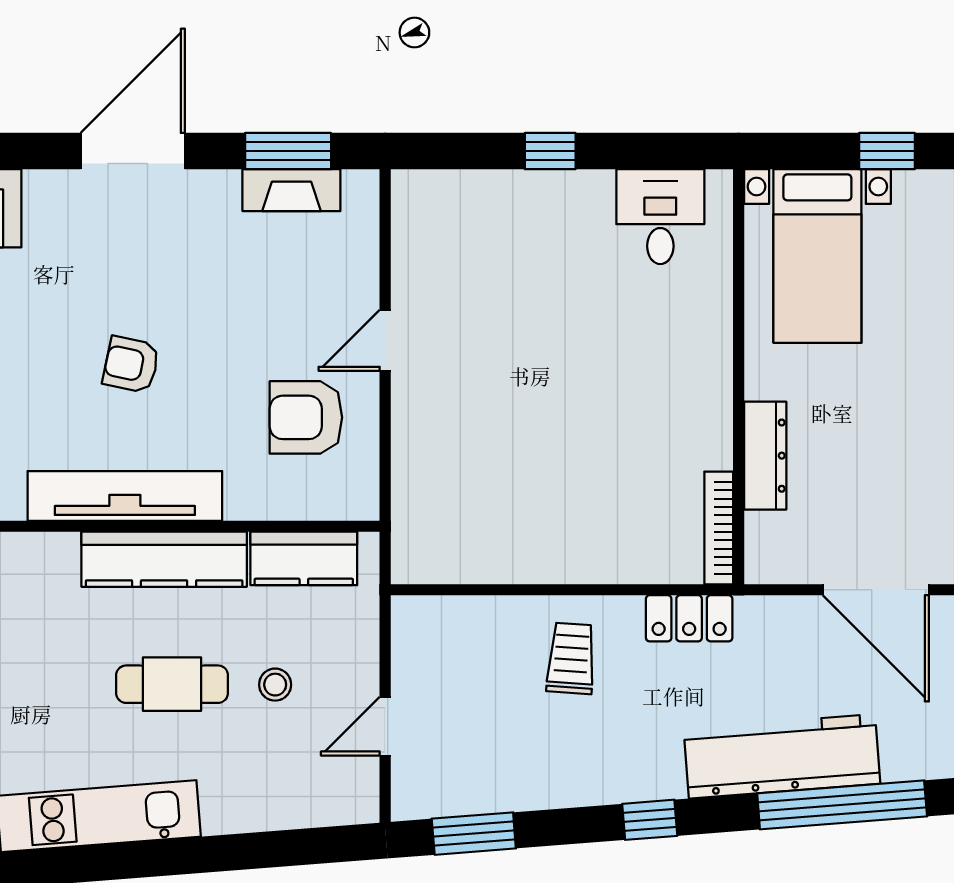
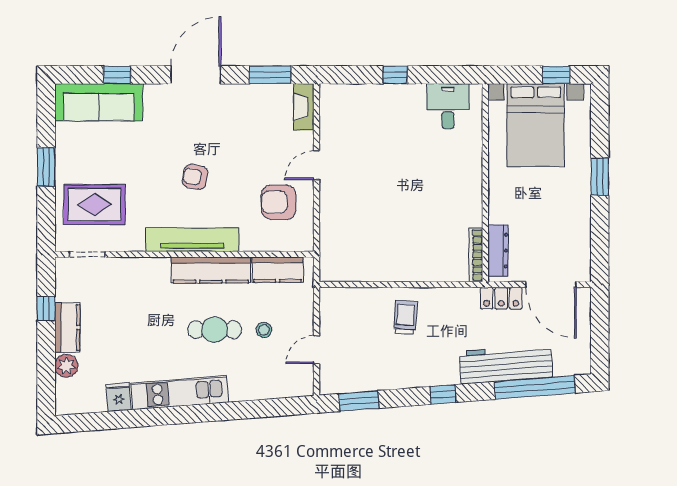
fireplace: (291, 190) -> (304, 107), moved, turned 90
bed with nightstands: (817, 256) -> (536, 125), width x1.36
dresser: (765, 456) -> (498, 251), moved
locker: (689, 618) -> (501, 298), moved

